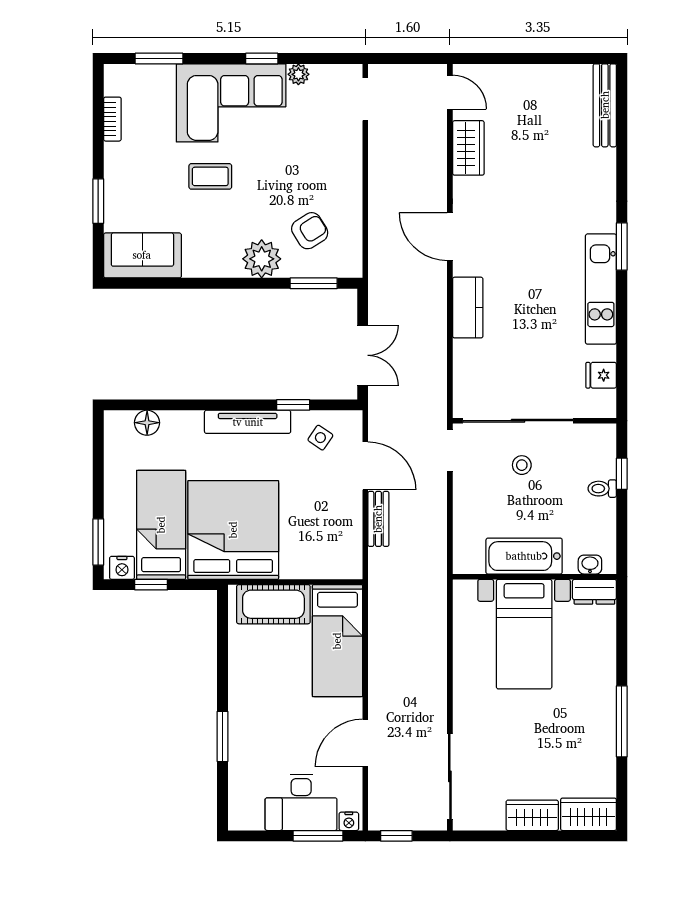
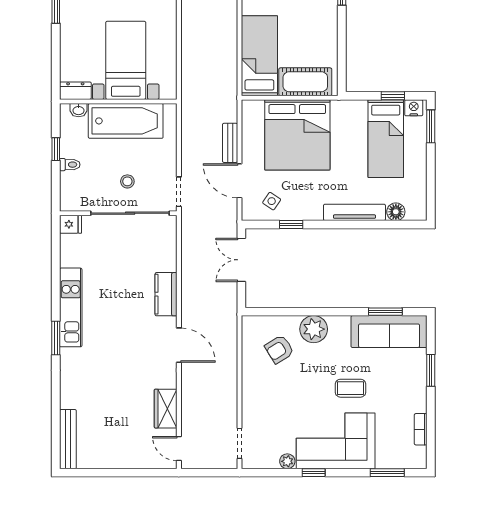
sofa: (142, 255) -> (389, 332), width x1.36
window: (314, 283) -> (385, 312), moved
fridge: (601, 375) -> (71, 224), moved
tv unit: (248, 422) -> (354, 212), moved
window: (622, 474) -> (56, 149), moved
bed: (233, 530) -> (297, 135), moved
bathtub: (524, 556) -> (126, 121), width x1.36, depth x1.36

